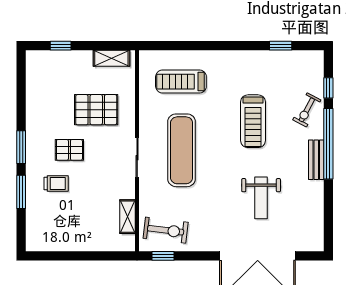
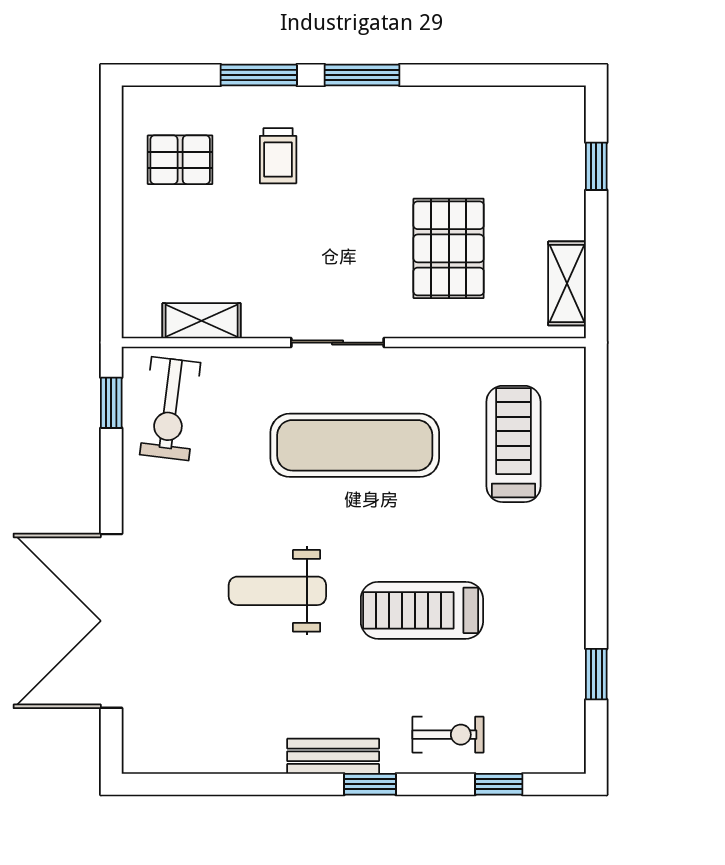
exercise bike: (307, 110) -> (448, 735), turned 152
window: (328, 144) -> (370, 784), width x0.32
pallet: (69, 150) -> (180, 160), moved, turned 90
weight bench: (261, 198) -> (277, 591), moved

